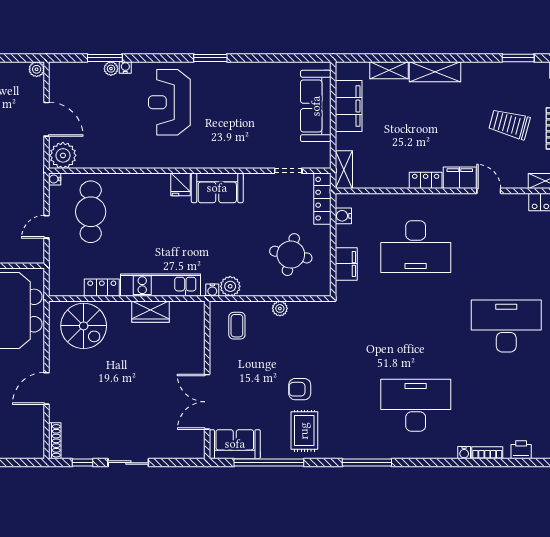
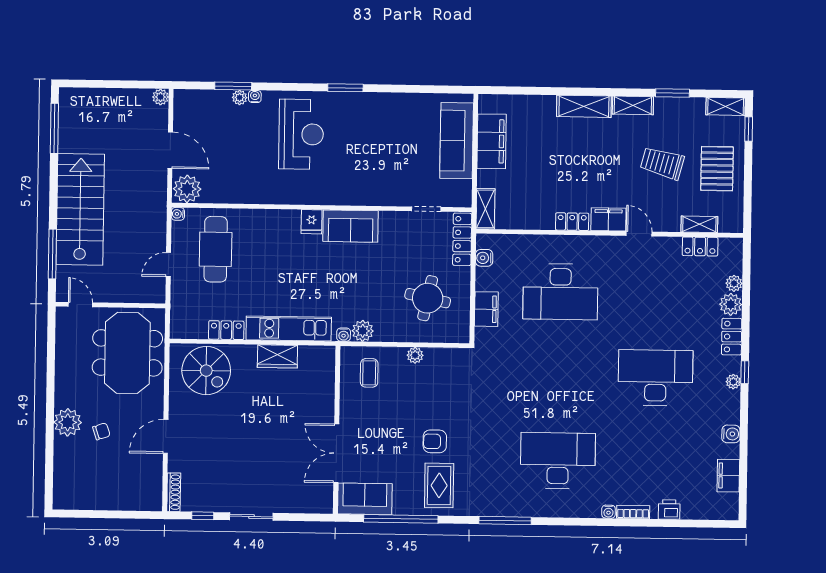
shelving: (389, 70) -> (633, 105), moved
reception desk: (169, 102) -> (301, 134), turned 180

